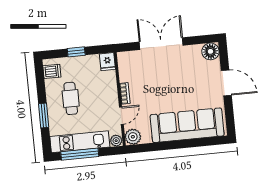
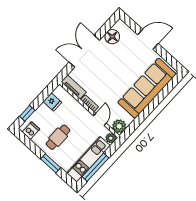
floor lamp: (210, 51) -> (112, 37), moved
window: (76, 52) -> (27, 113), moved
fridge: (107, 62) -> (52, 102), moved
tv unit: (124, 67) -> (74, 87), added
cafe table: (71, 98) -> (58, 137), turned 90

